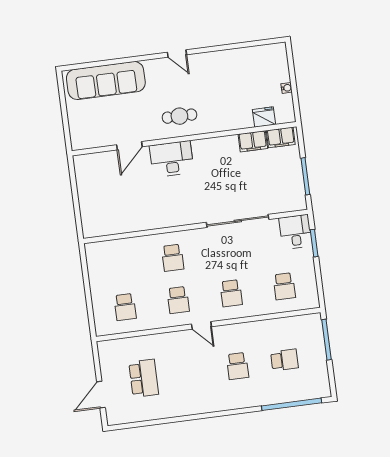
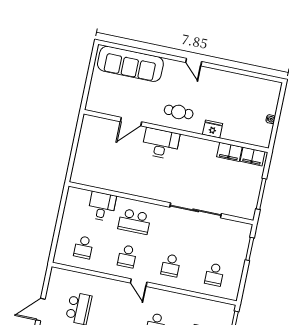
fridge: (264, 117) -> (213, 129), moved
desk: (295, 232) -> (102, 206), moved
school desk: (173, 258) -> (134, 221), width x1.85

